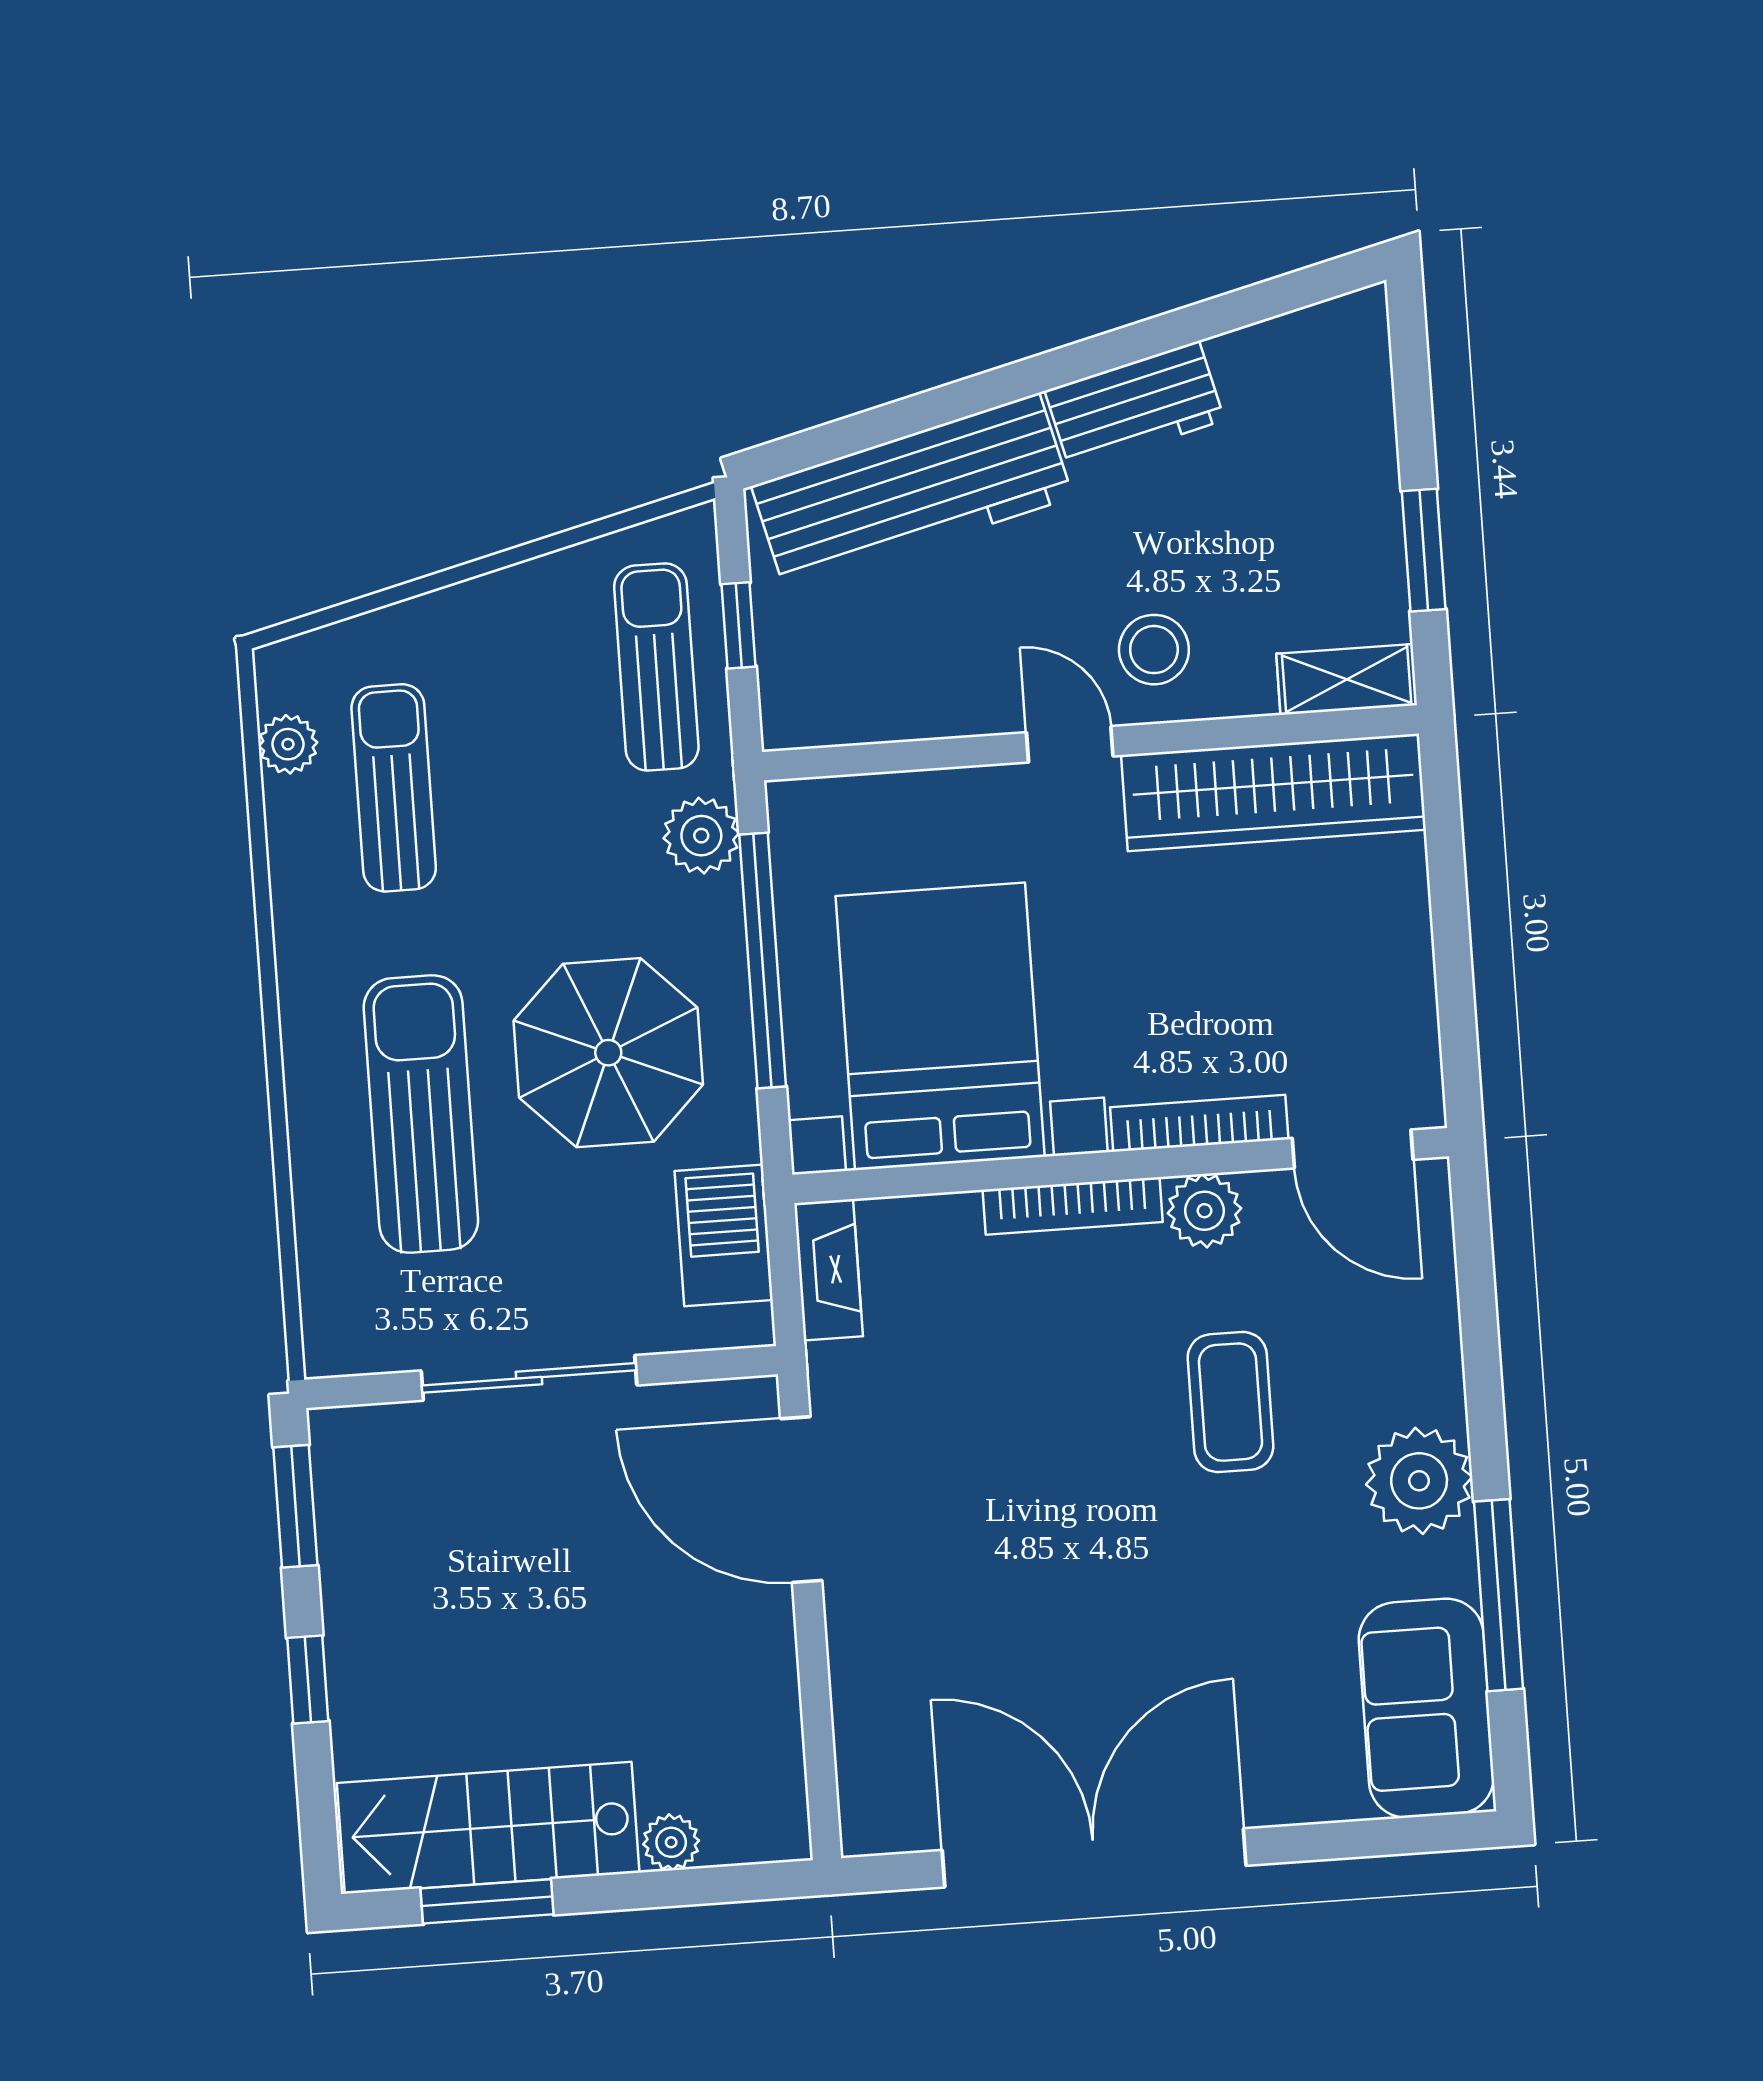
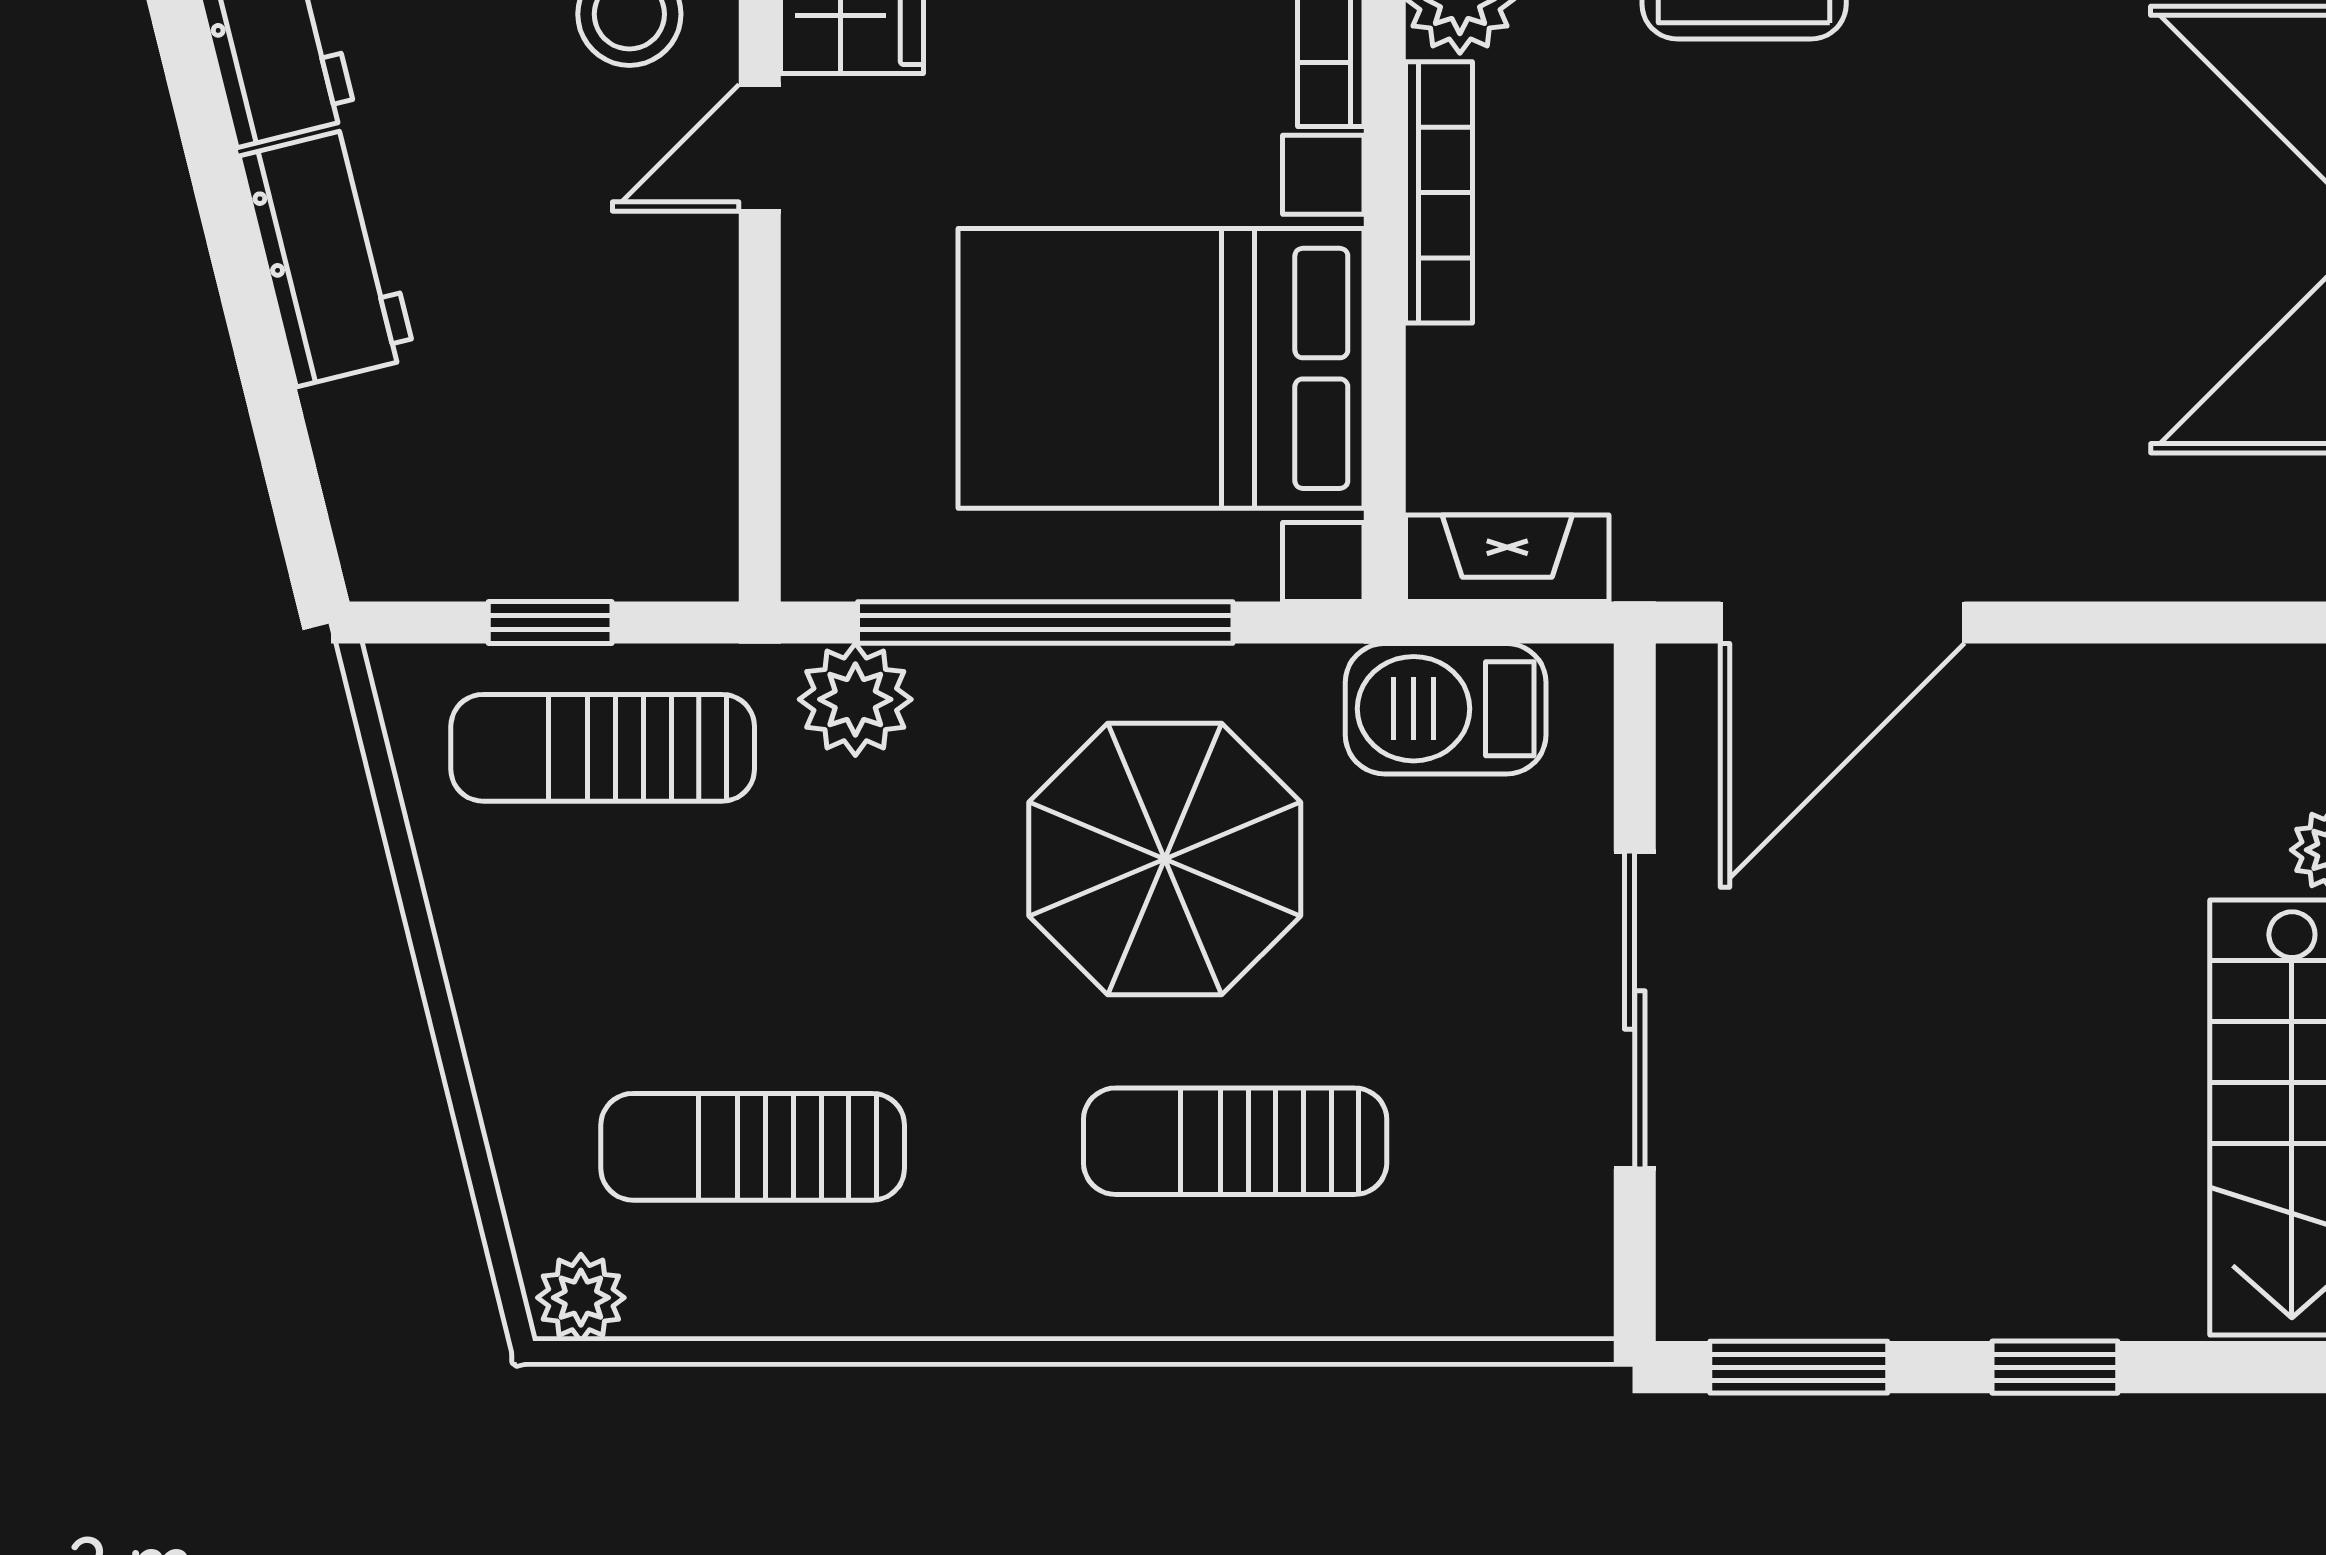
workbench: (912, 492) -> (327, 257), width x0.53, depth x0.76
plant: (288, 744) -> (581, 1298), moved
sun lounger: (421, 1114) -> (1235, 1141), width x0.73, depth x0.75

